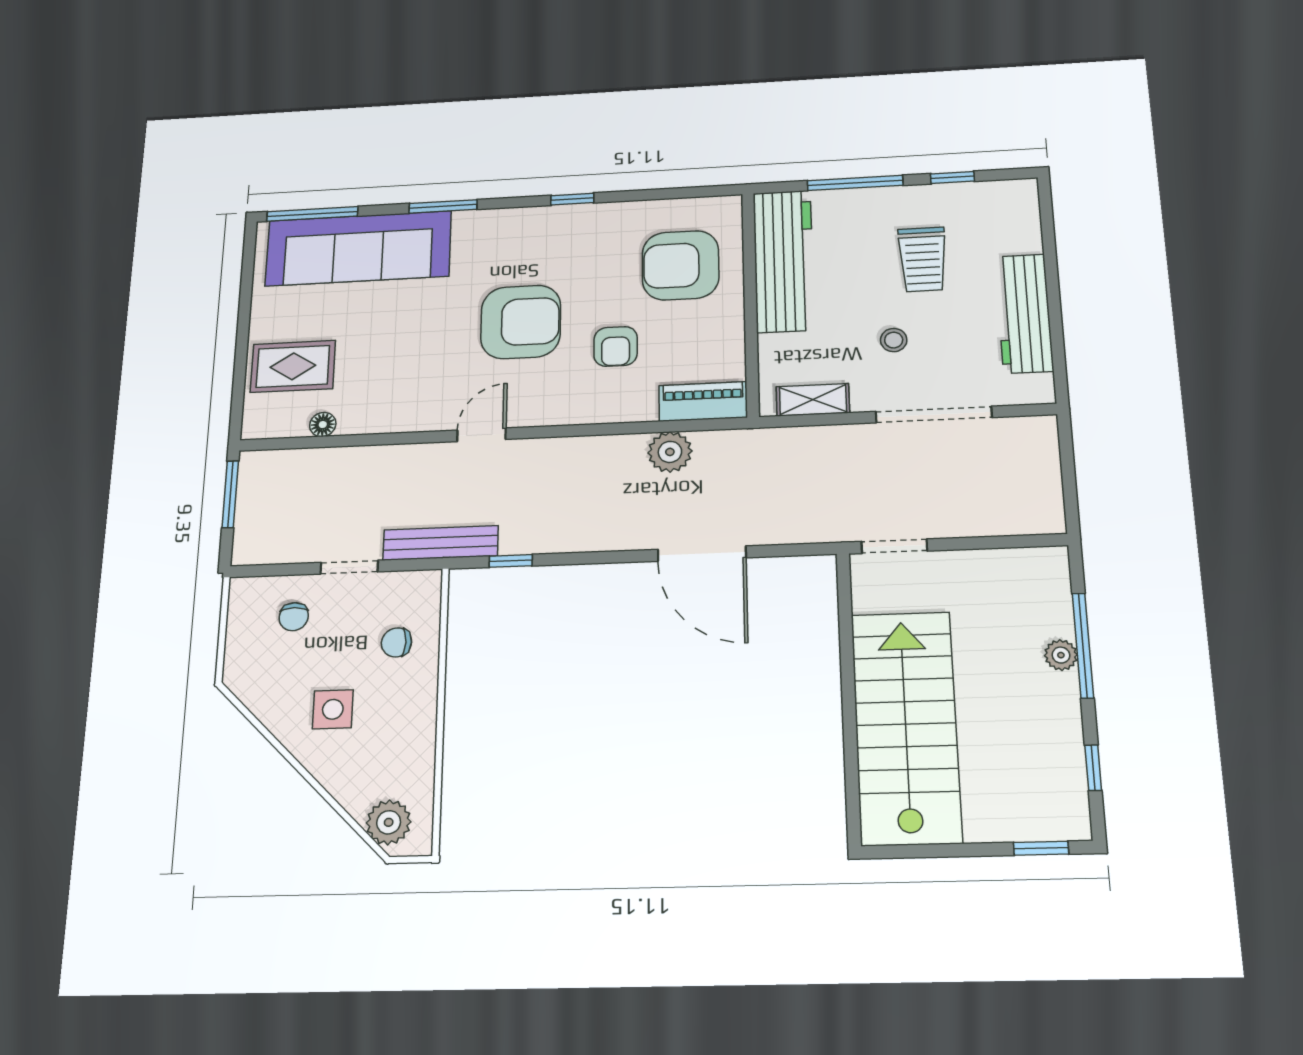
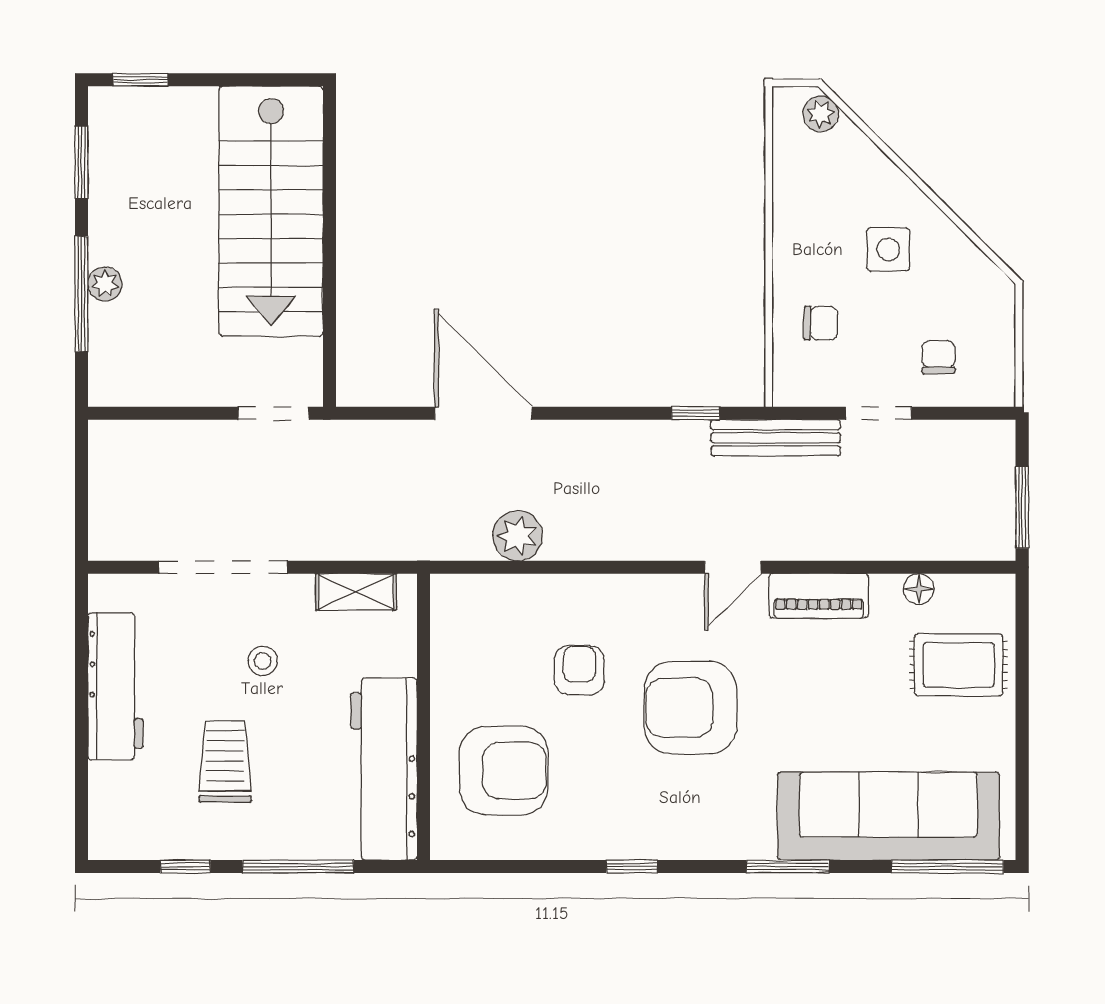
piano: (703, 401) -> (819, 596), moved
window: (1093, 768) -> (81, 162), width x1.50
plant: (389, 822) -> (821, 114), width x0.73, depth x0.73

